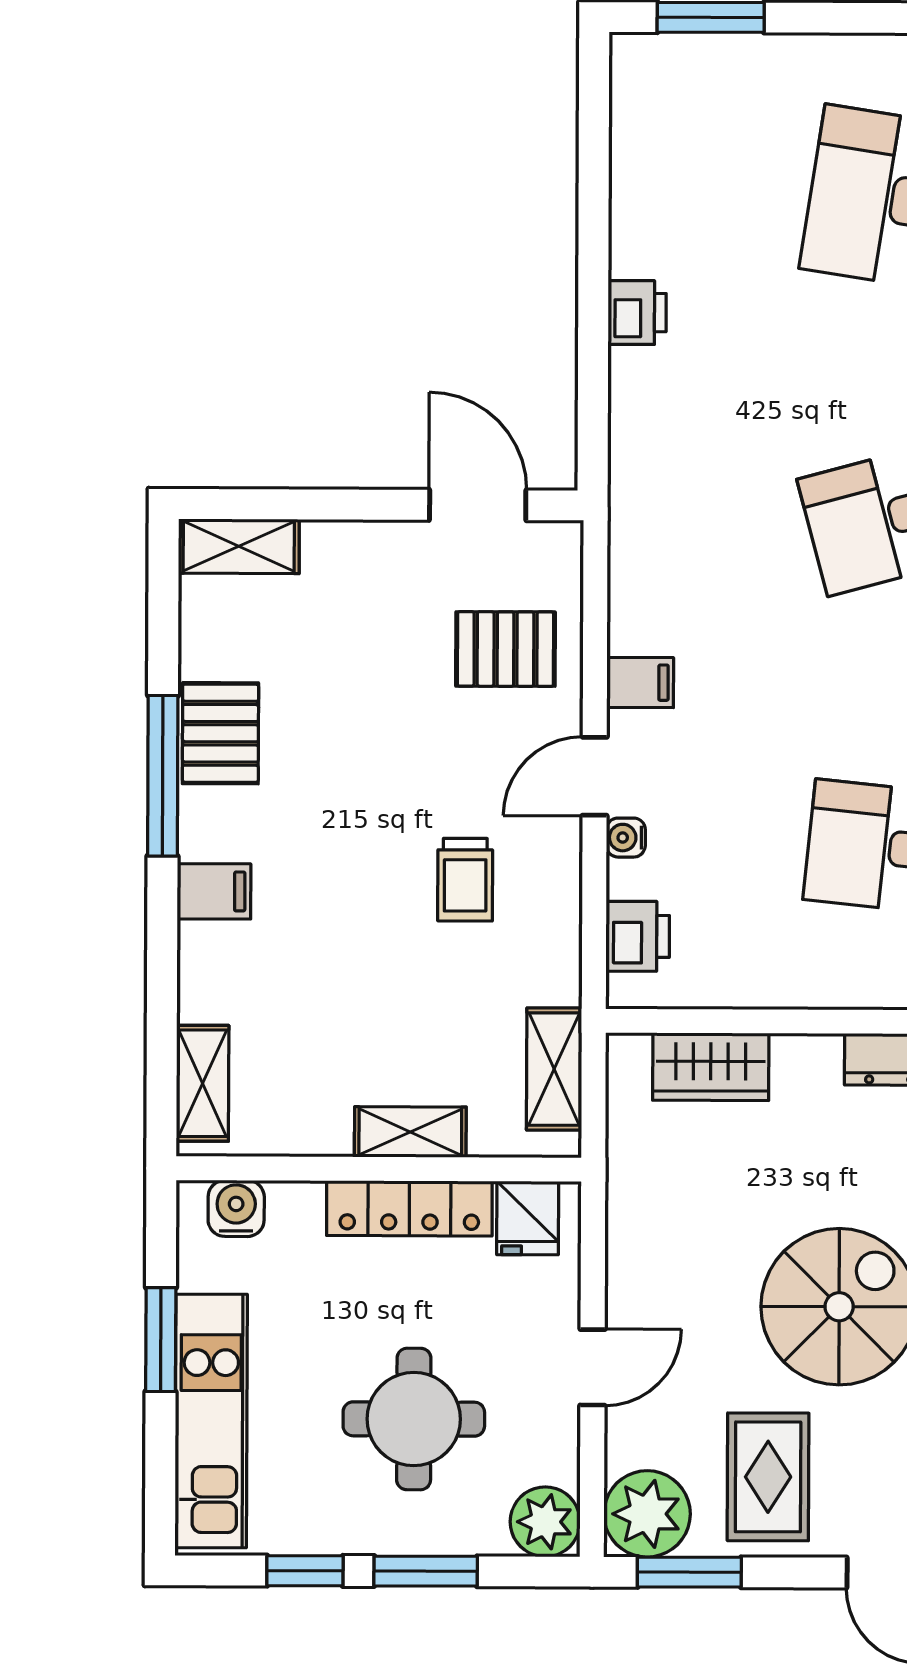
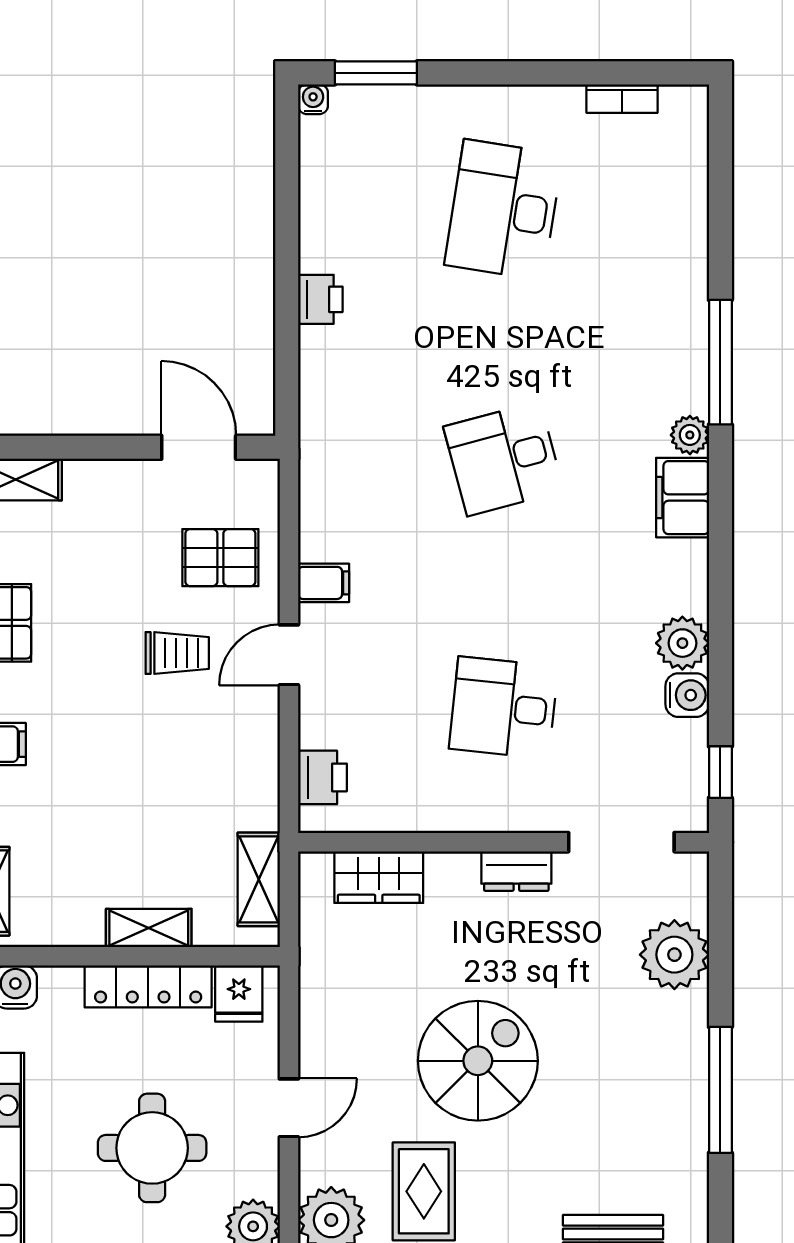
water cooler: (626, 838) -> (313, 99), moved, turned 90
trolley: (465, 880) -> (177, 653), moved, turned -90

